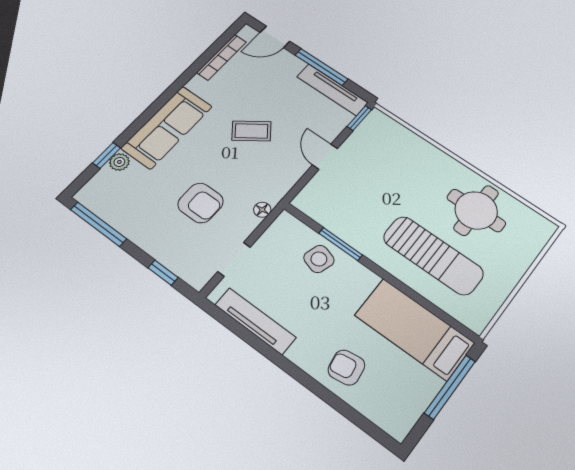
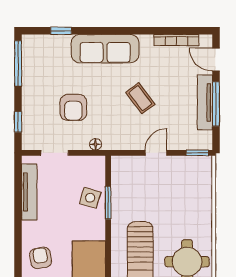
tv unit: (332, 90) -> (205, 102), moved
plant: (119, 162) -> (63, 41), removed

